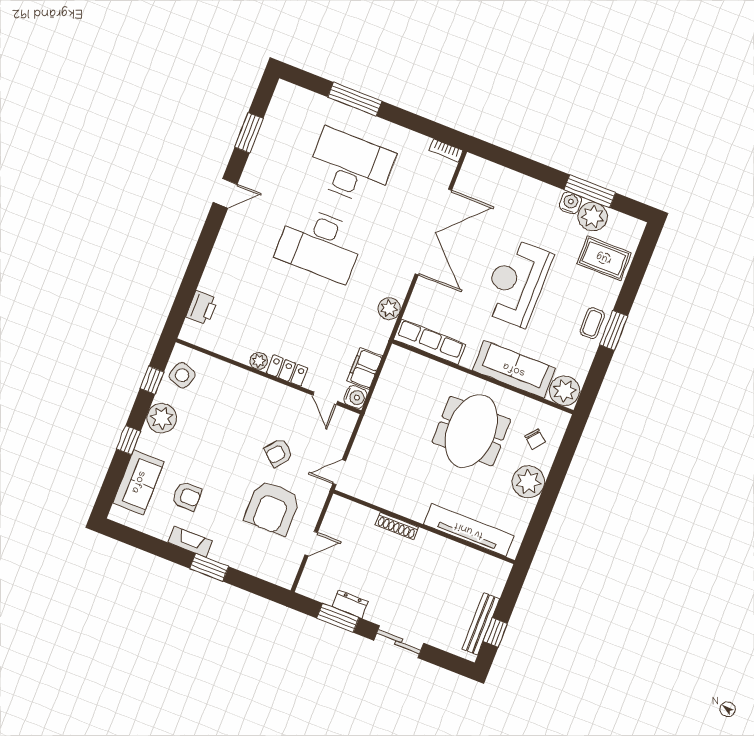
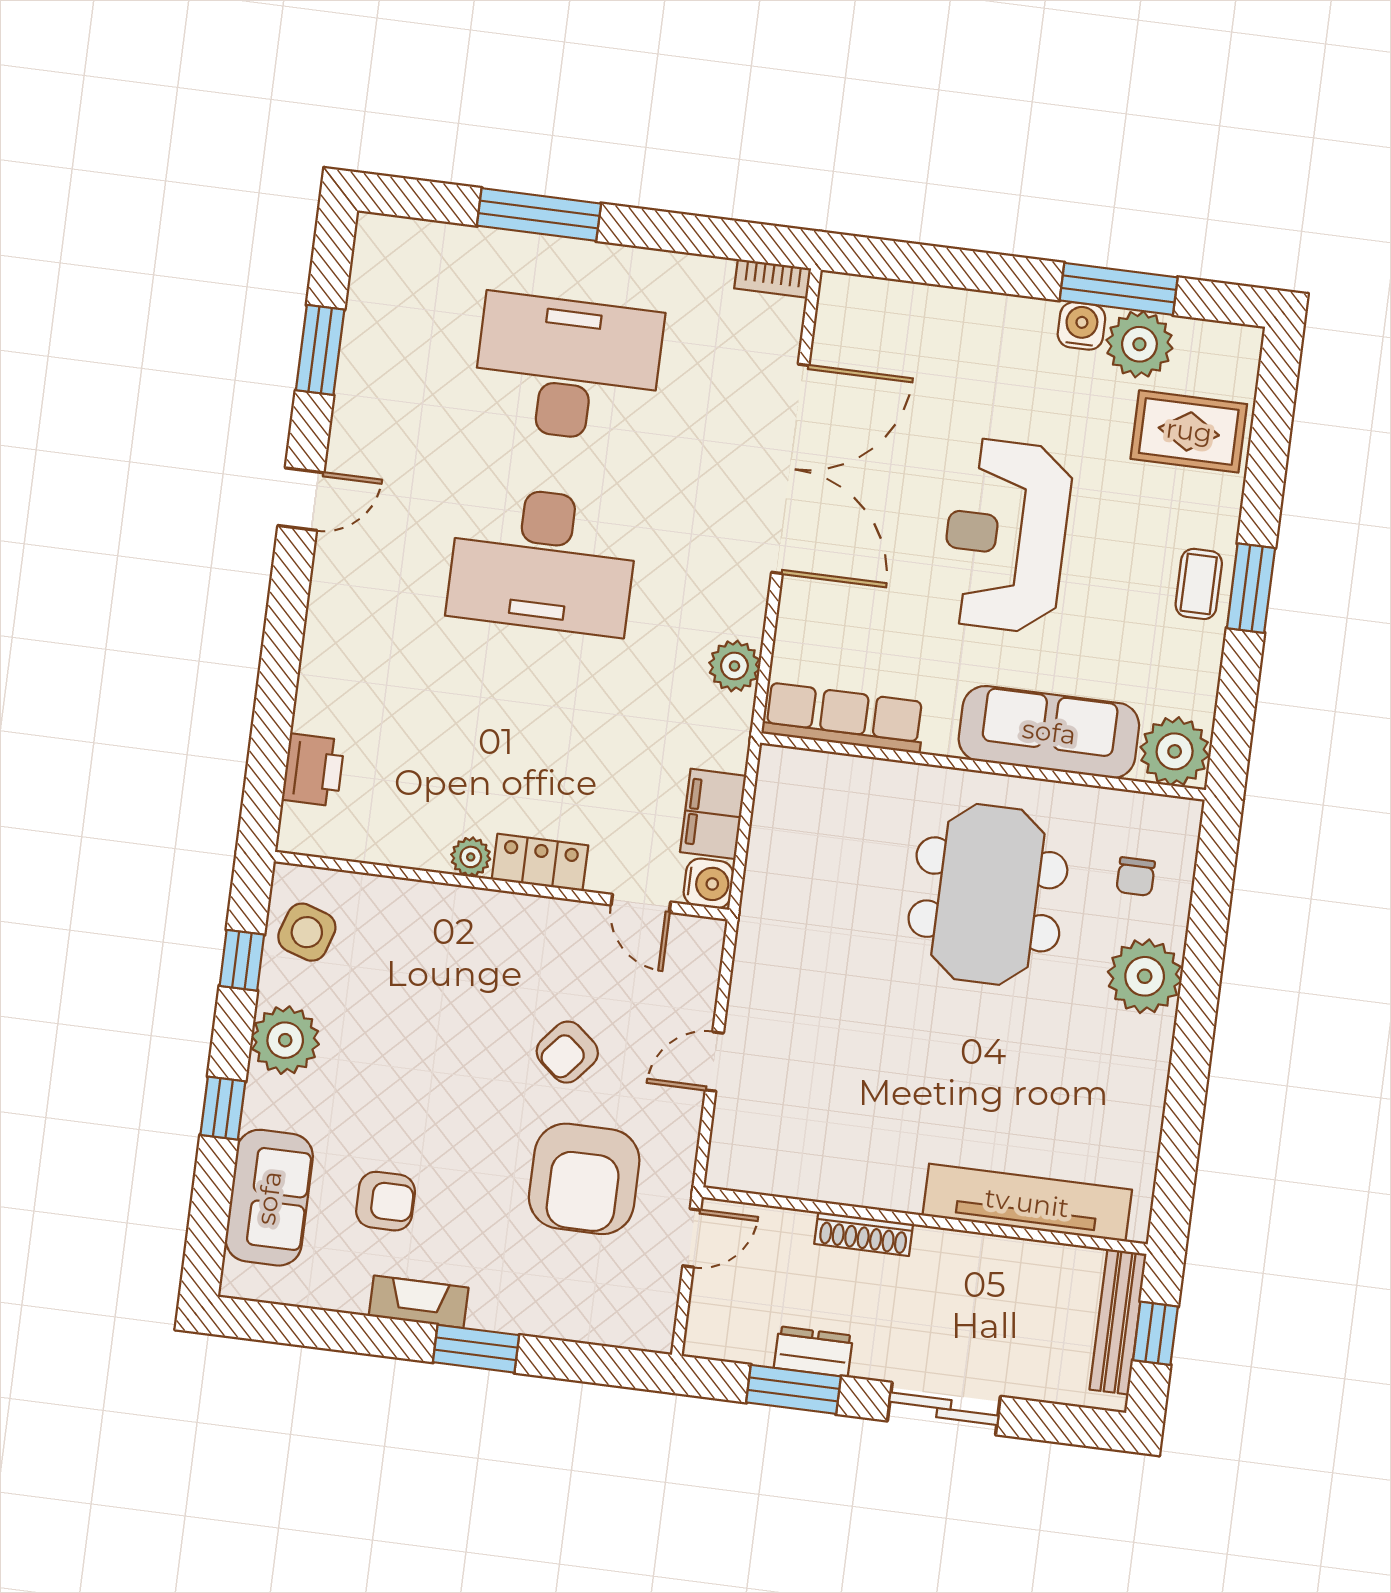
chair: (535, 439) -> (1136, 877), turned 50
shoe rack: (397, 526) -> (864, 1234), moved
wall: (424, 527) -> (925, 1221), moved
tv unit: (469, 530) -> (1027, 1203), moved

